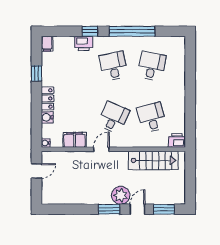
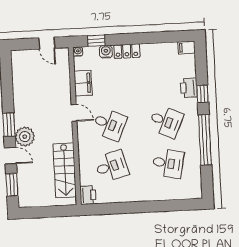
desk: (113, 66) -> (166, 121), turned 36
window: (37, 73) -> (96, 41), moved

